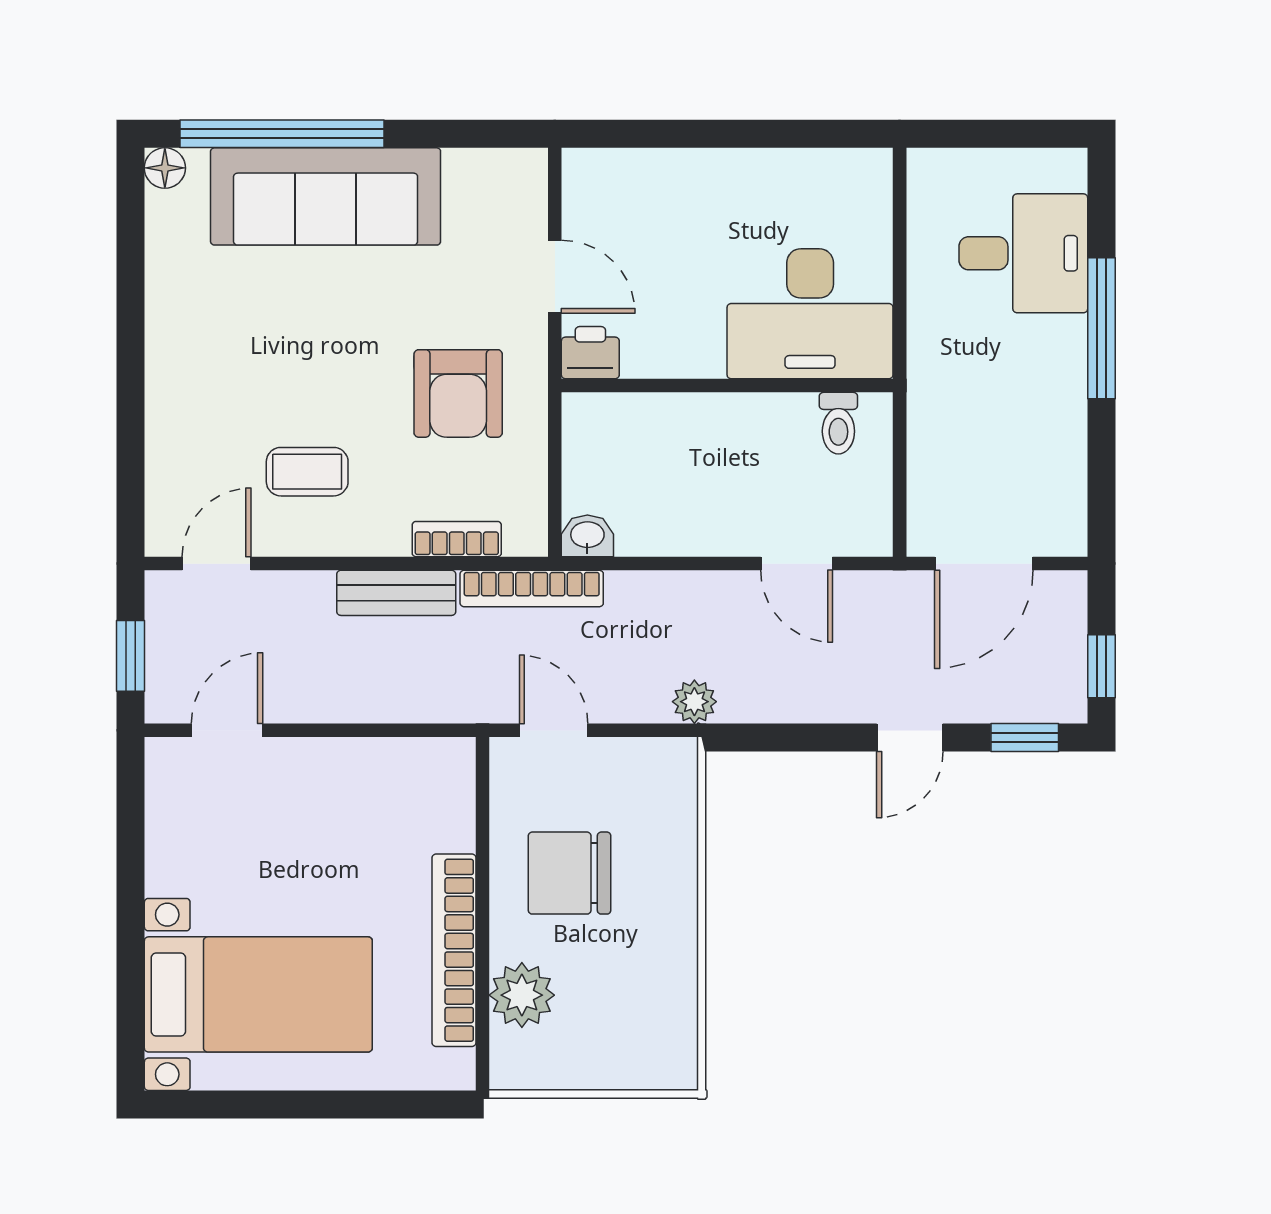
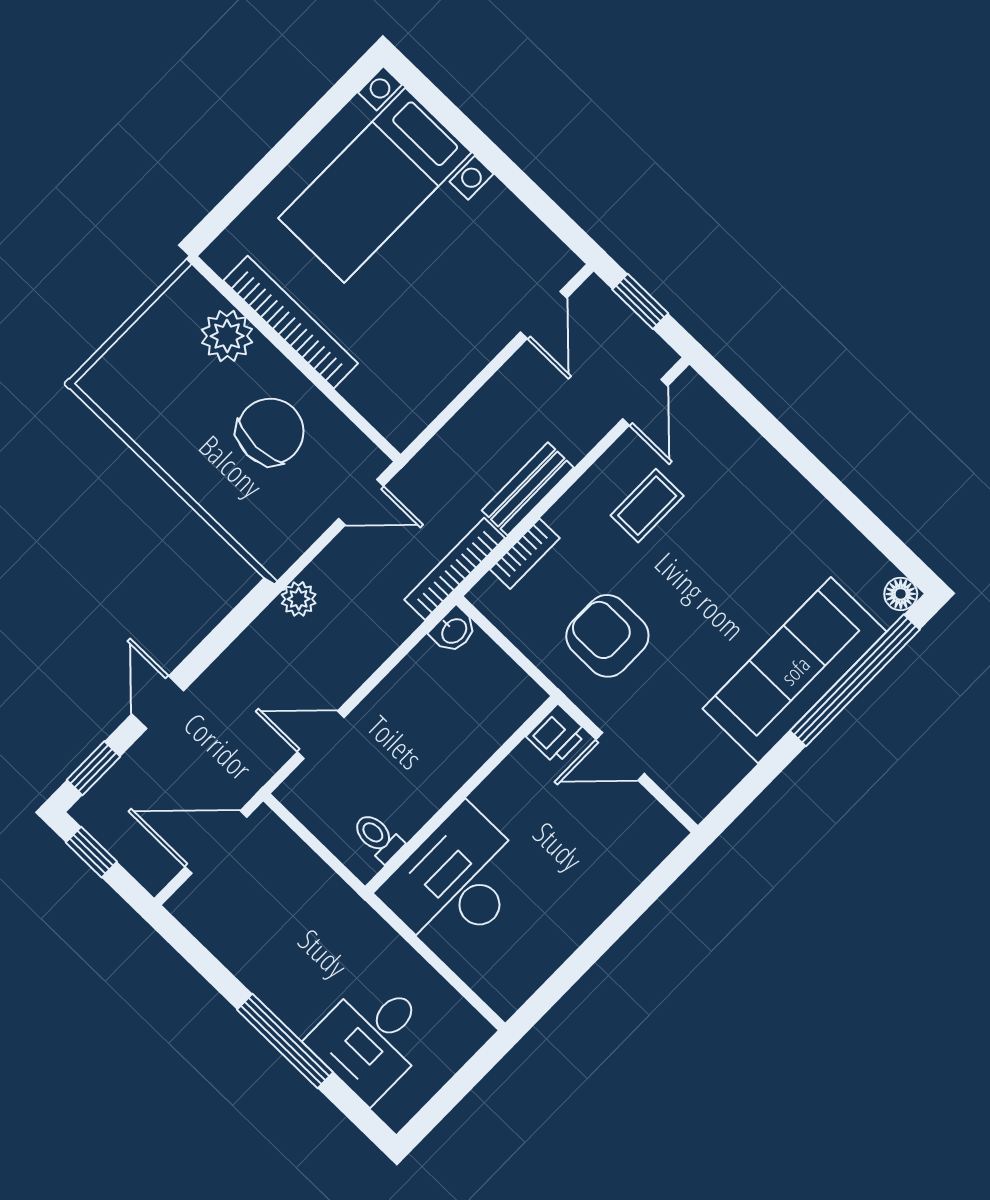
door: (984, 564) -> (216, 842), hinge flipped

